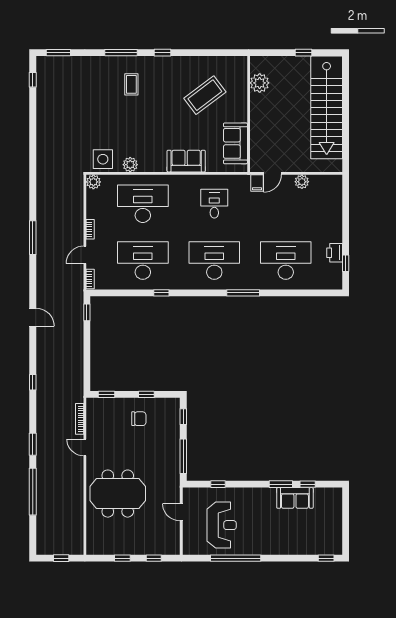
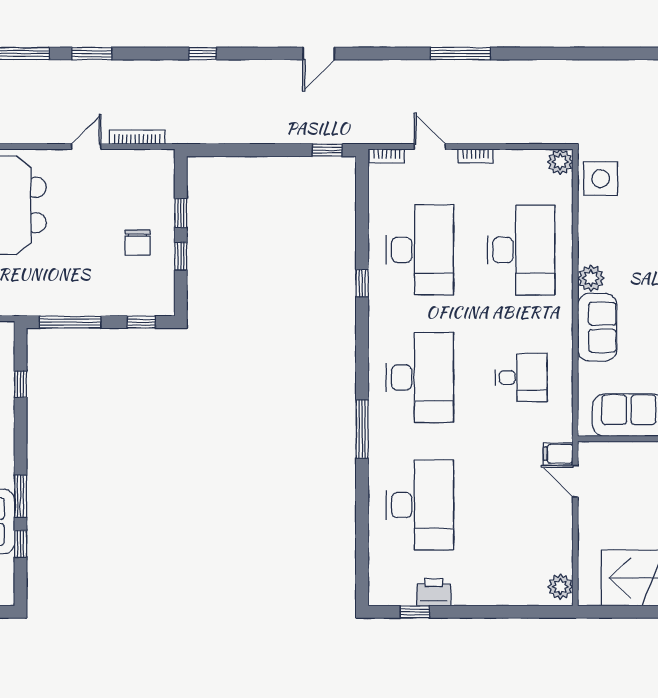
plant: (130, 165) -> (591, 278), moved
plant: (302, 182) -> (560, 587), moved
window: (107, 394) -> (181, 213), moved

